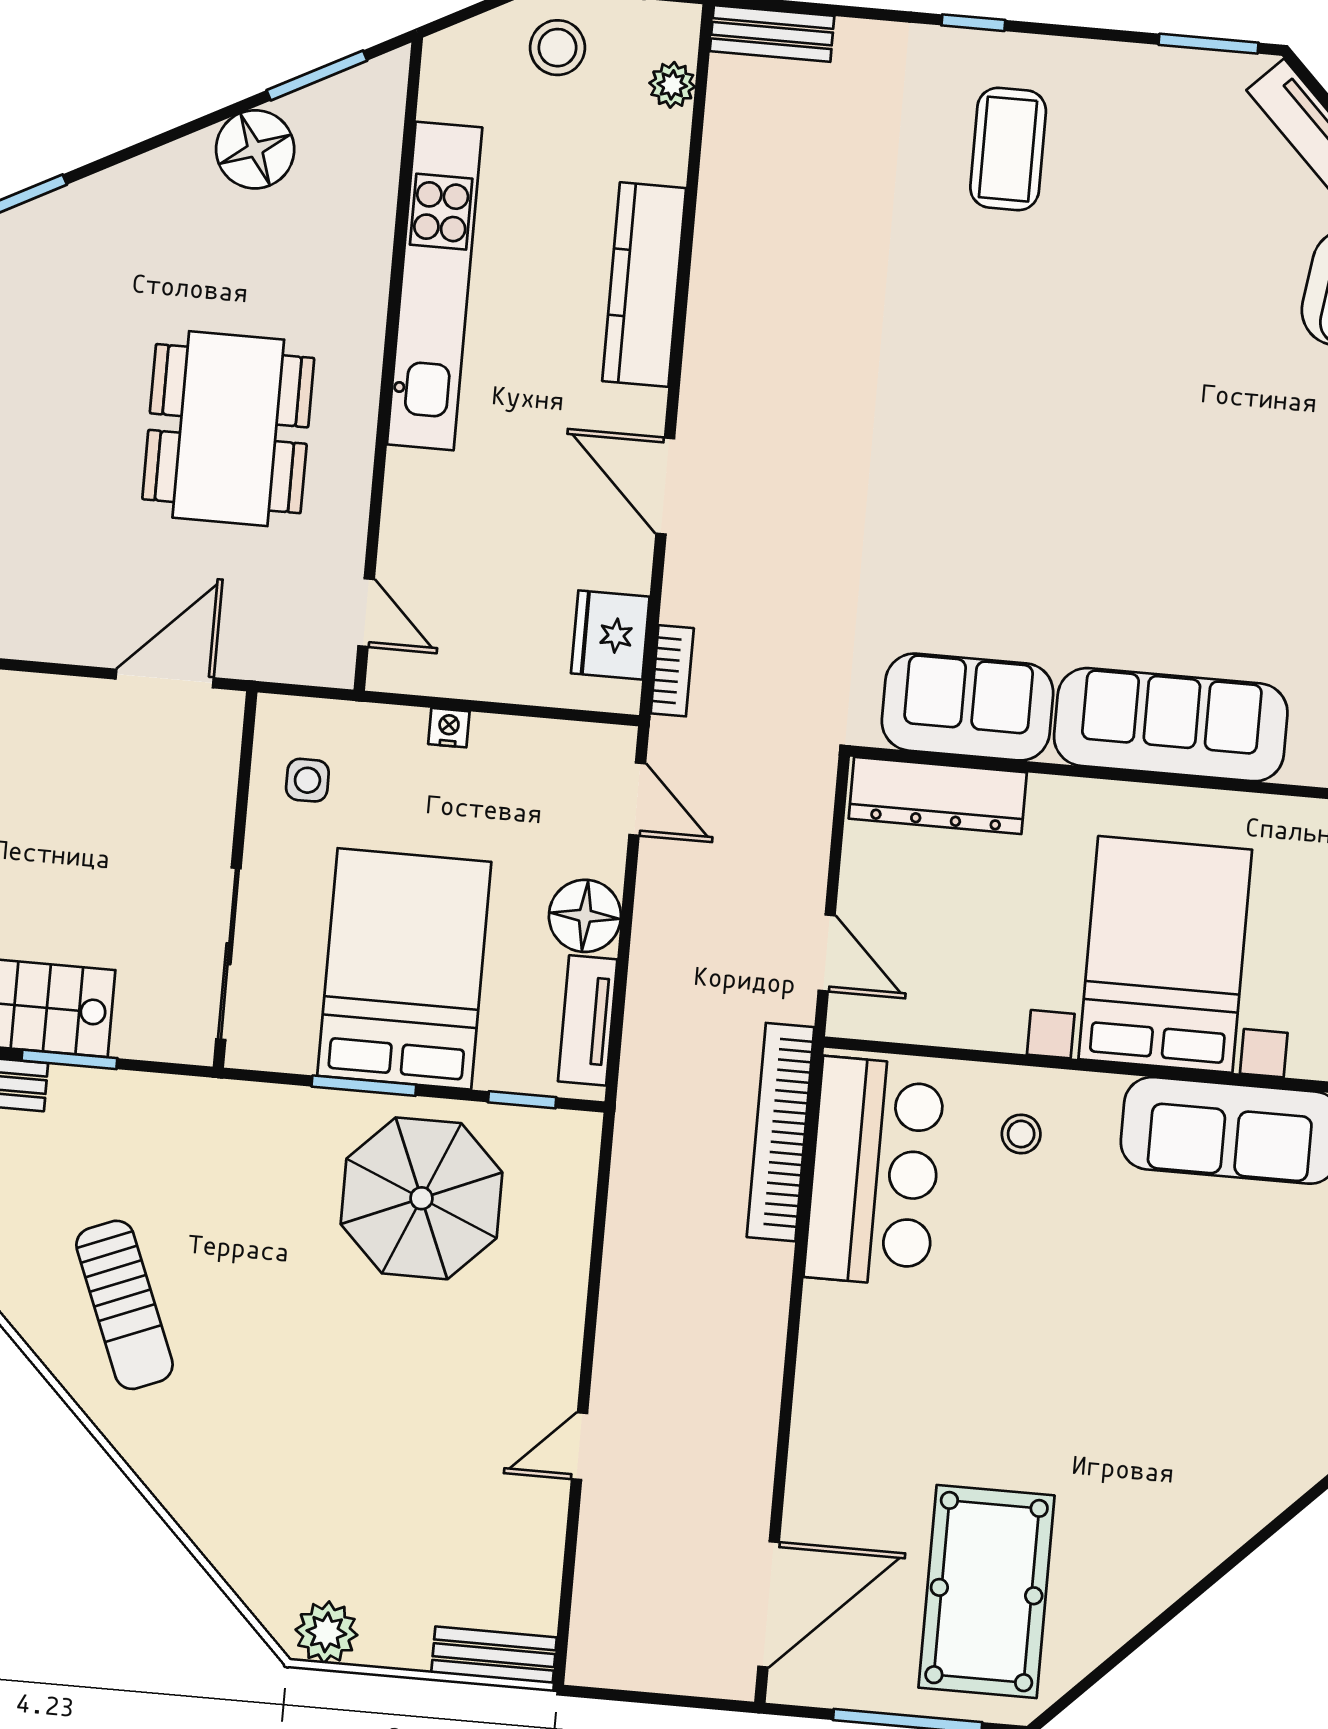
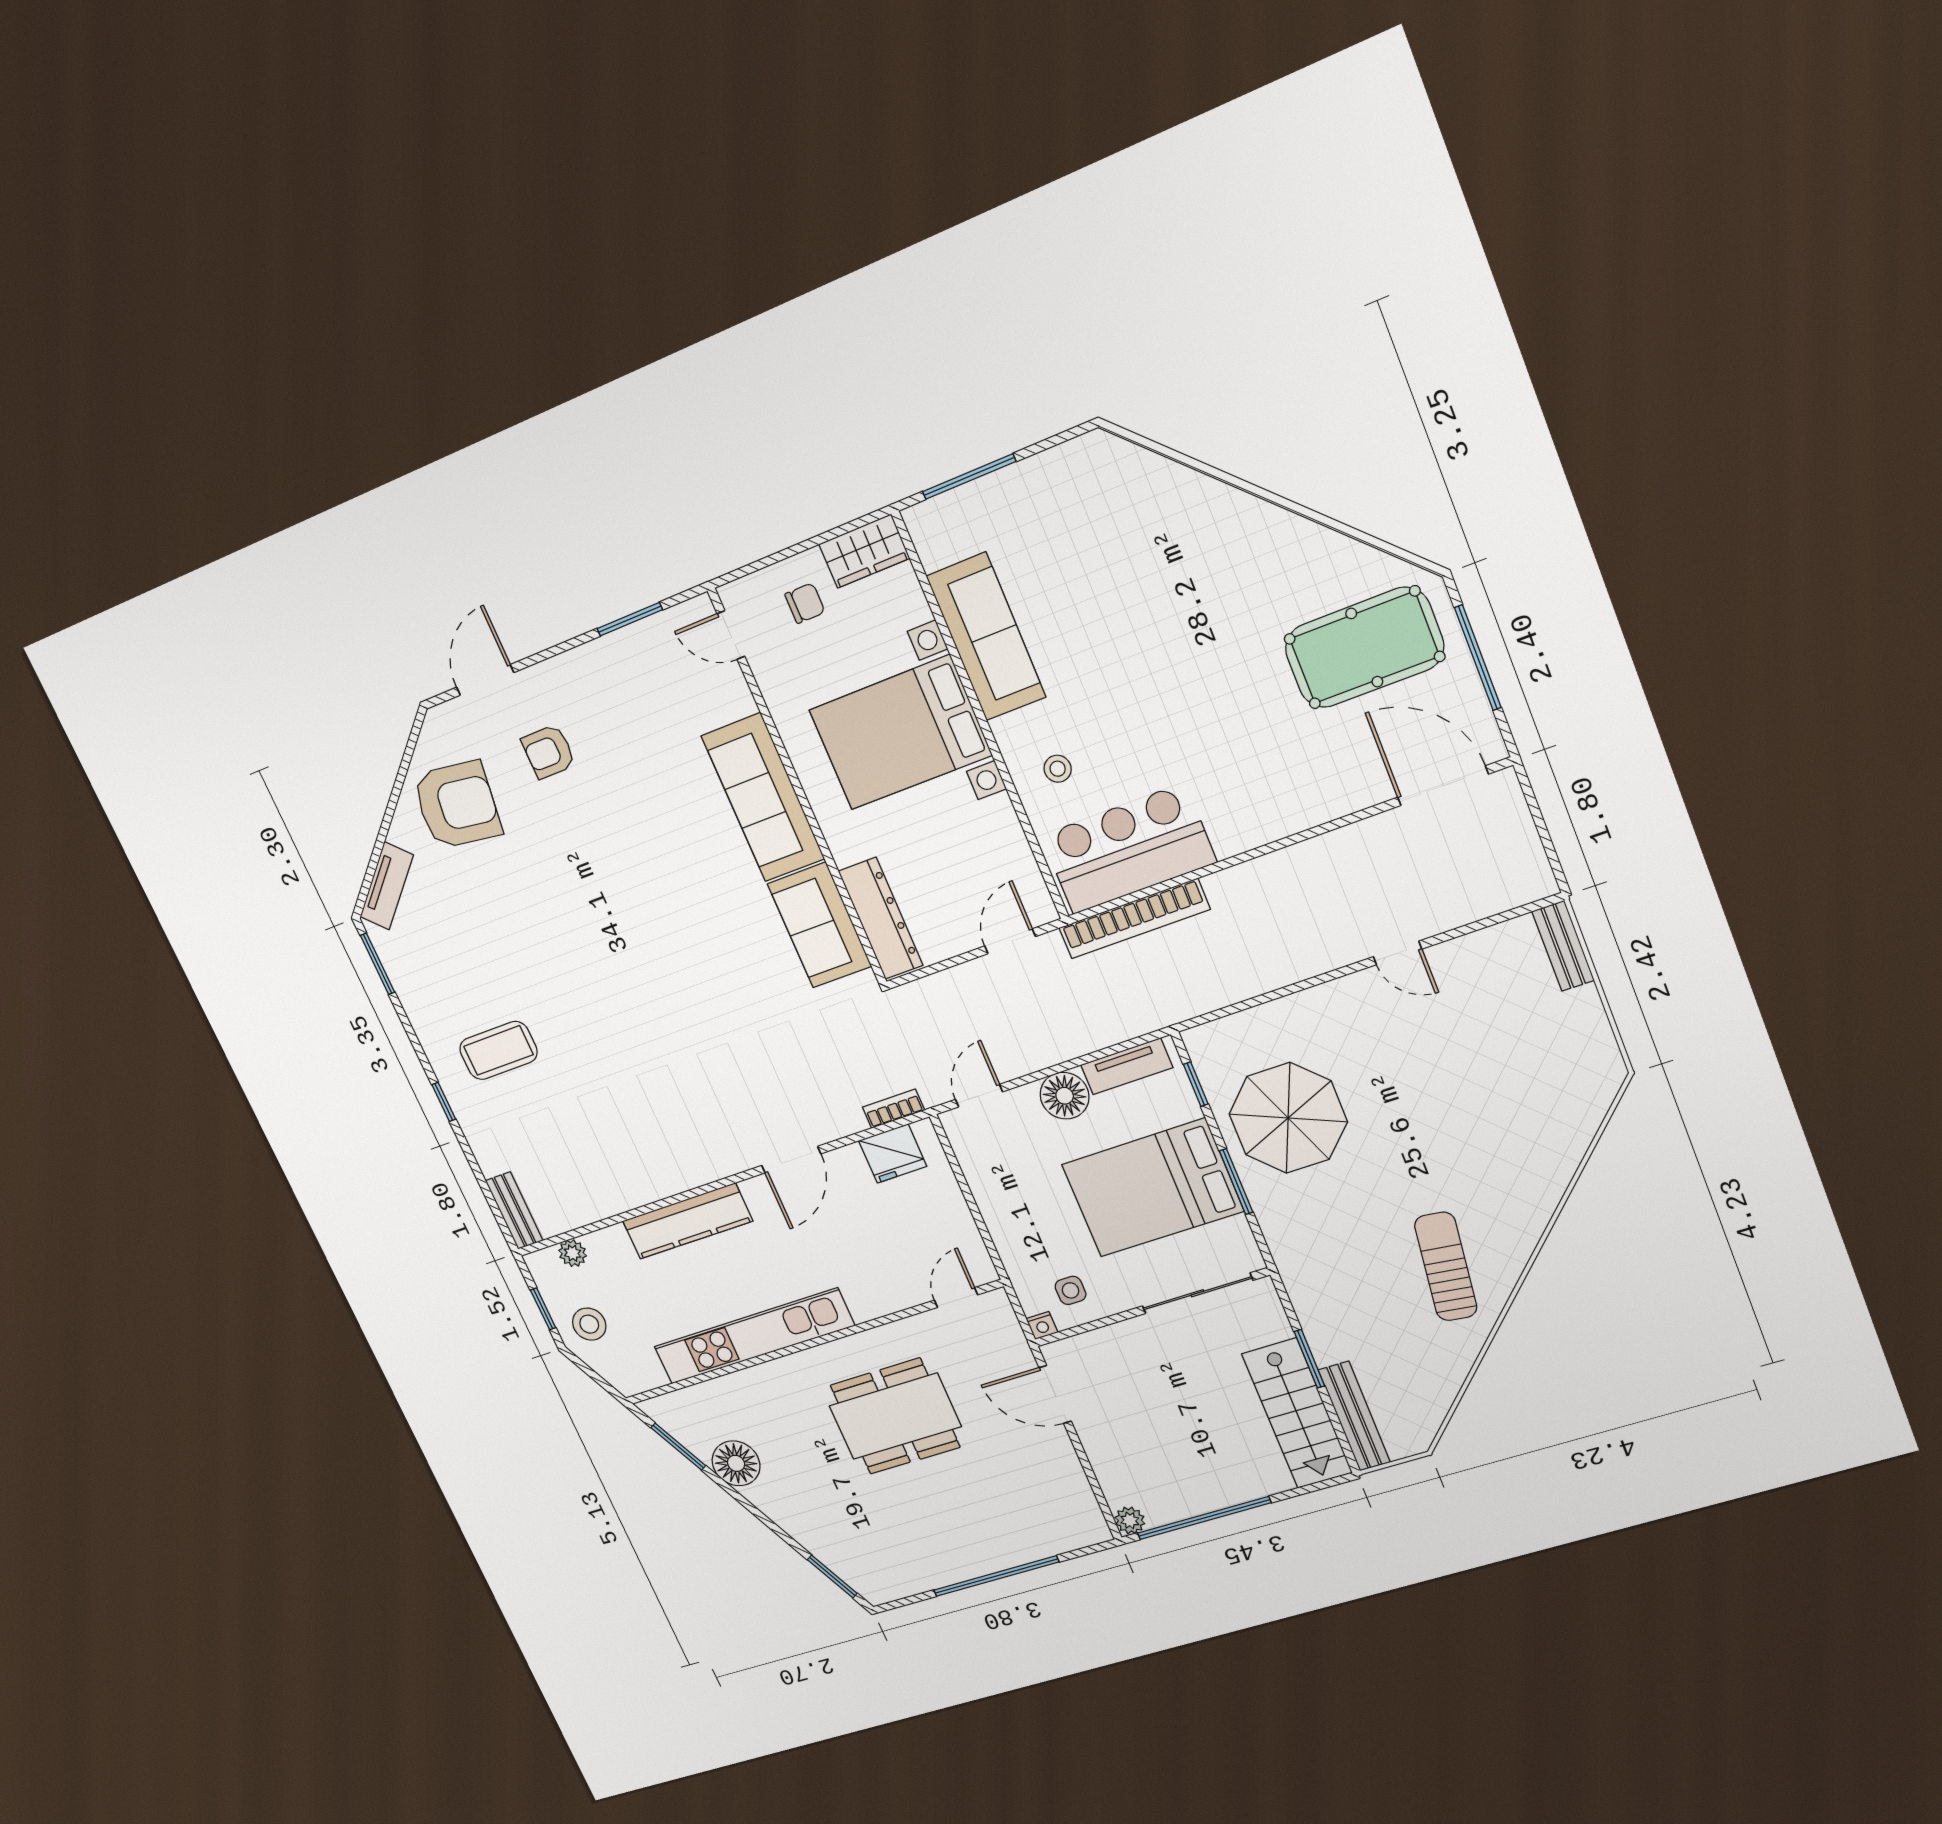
nightstand: (449, 728) -> (1042, 1325), moved, turned -90
sun lounger: (124, 1305) -> (1446, 1267), turned -61
plant: (326, 1632) -> (1599, 1057), removed

